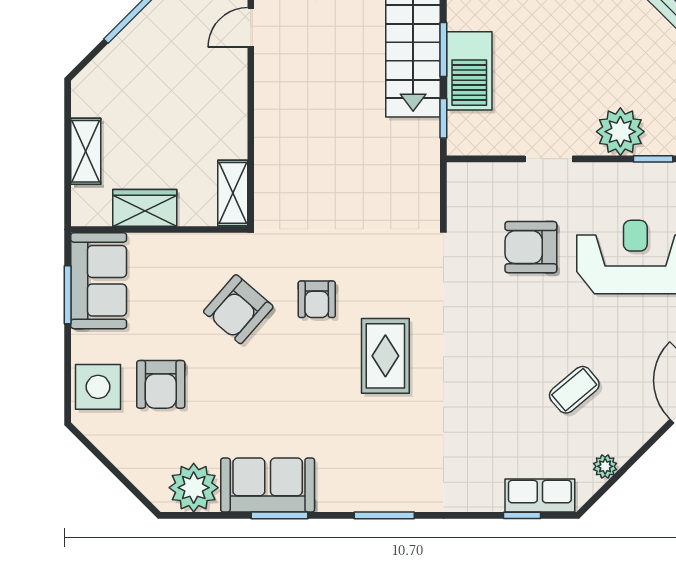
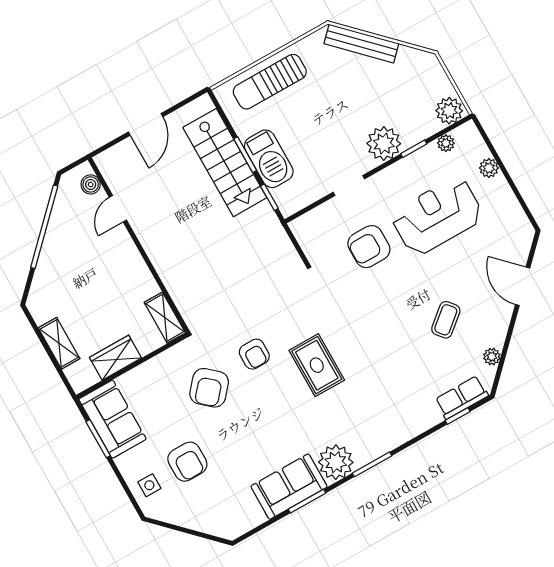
side table: (98, 387) -> (149, 485), width x0.54, depth x0.54
plant: (194, 488) -> (336, 462), moved

